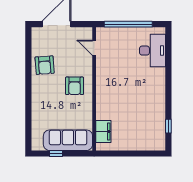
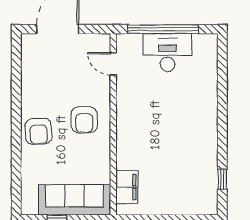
desk: (152, 51) -> (167, 52), moved, turned -90
armchair: (45, 65) -> (38, 131), moved

